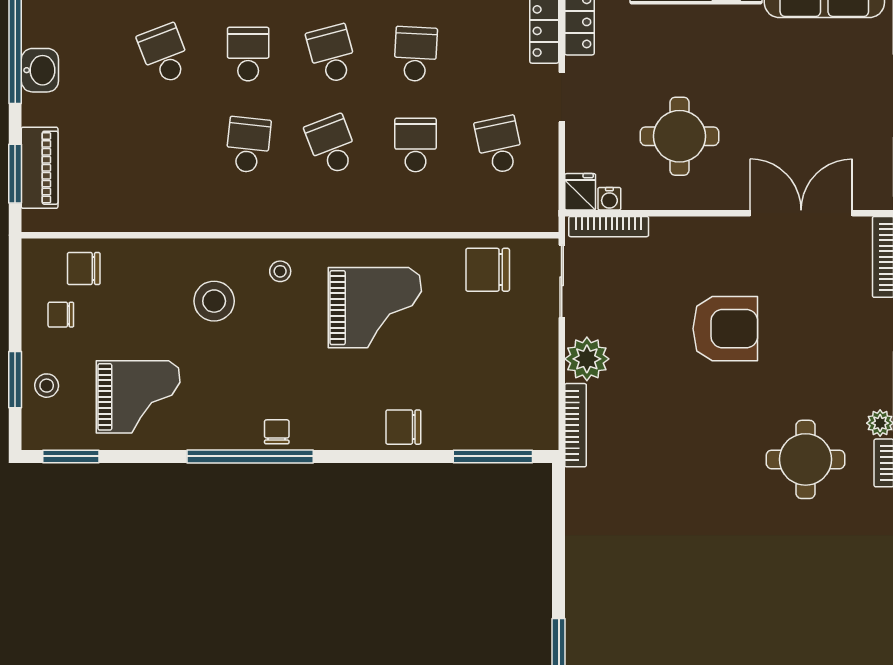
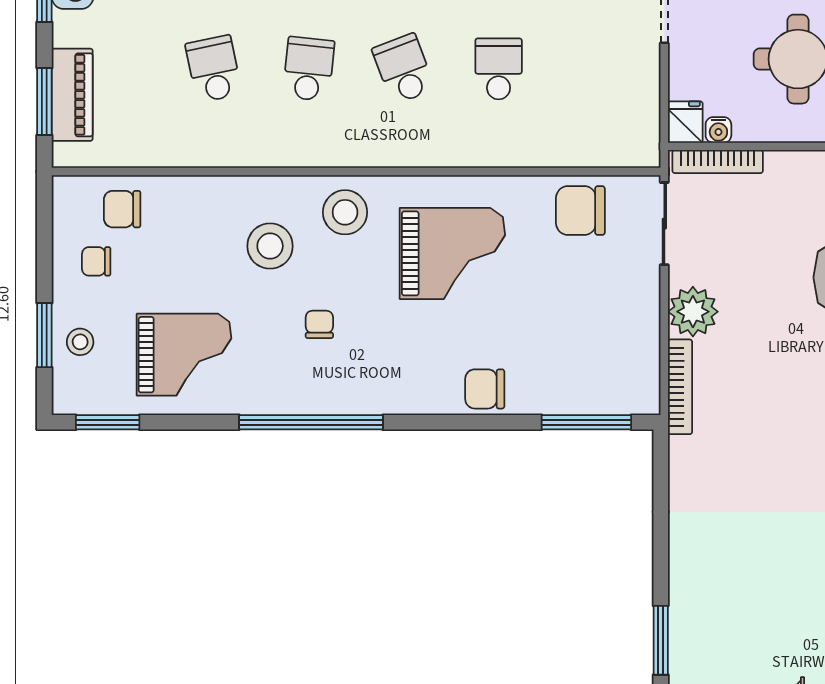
school desk: (499, 145) -> (214, 69), moved
stool: (280, 271) -> (345, 212), width x1.89, depth x1.89
chair: (277, 432) -> (319, 324), moved

